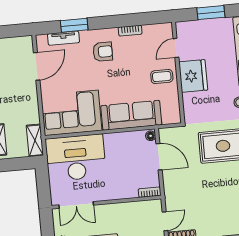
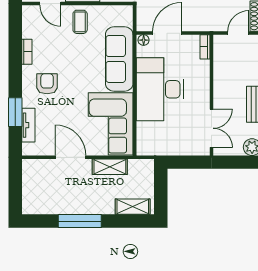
door: (37, 66) -> (71, 157), moved
shelving: (35, 140) -> (110, 167), moved
desk: (76, 158) -> (160, 89), moved
door: (165, 221) -> (238, 33), hinge flipped

